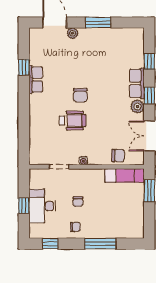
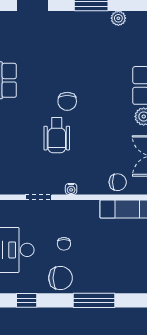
plant: (72, 33) -> (118, 18), moved
wheelchair: (73, 120) -> (57, 135), turned 90
chair: (75, 227) -> (60, 278), width x1.87, depth x1.87

